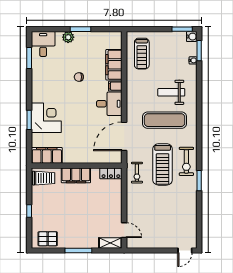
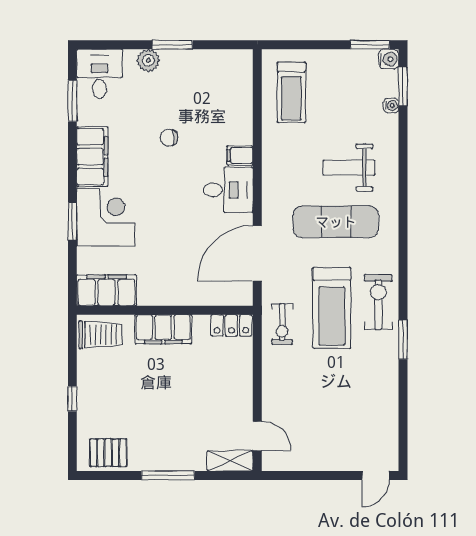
filing cabinet: (114, 65) -> (92, 157), moved, turned 180
exercise bike: (186, 161) -> (378, 302), turned 180

